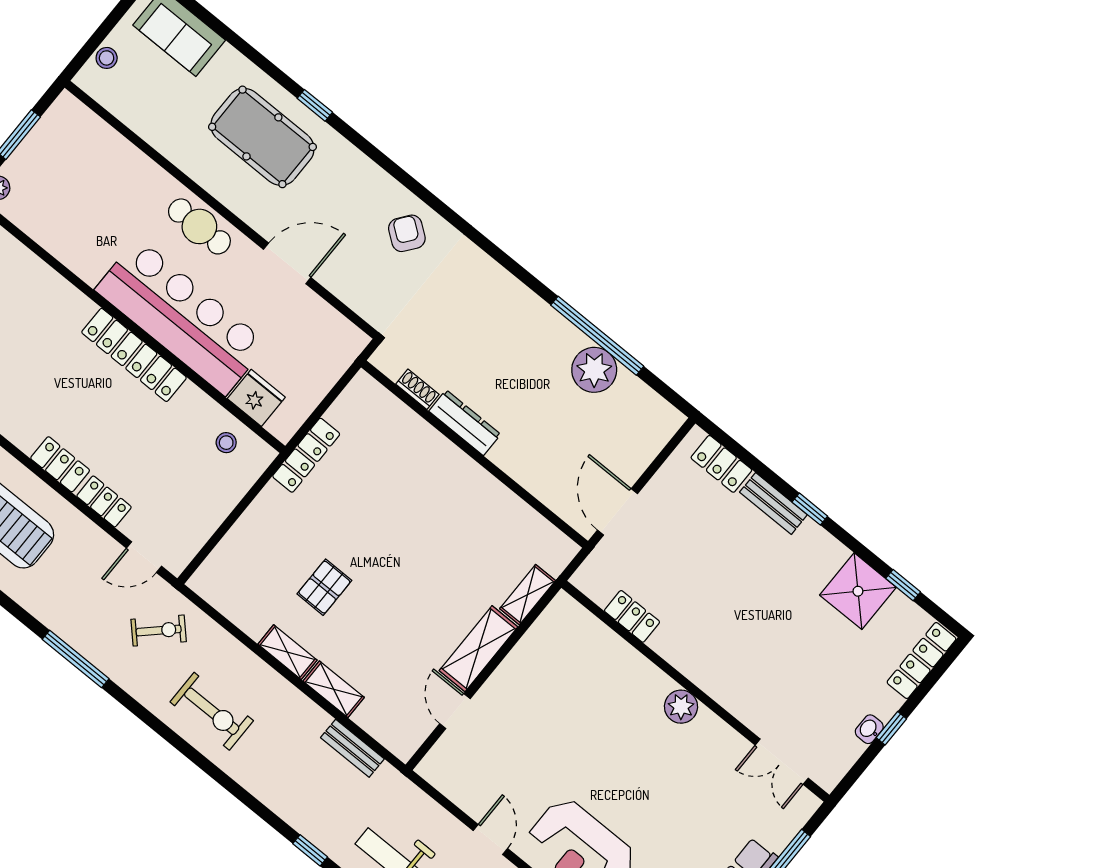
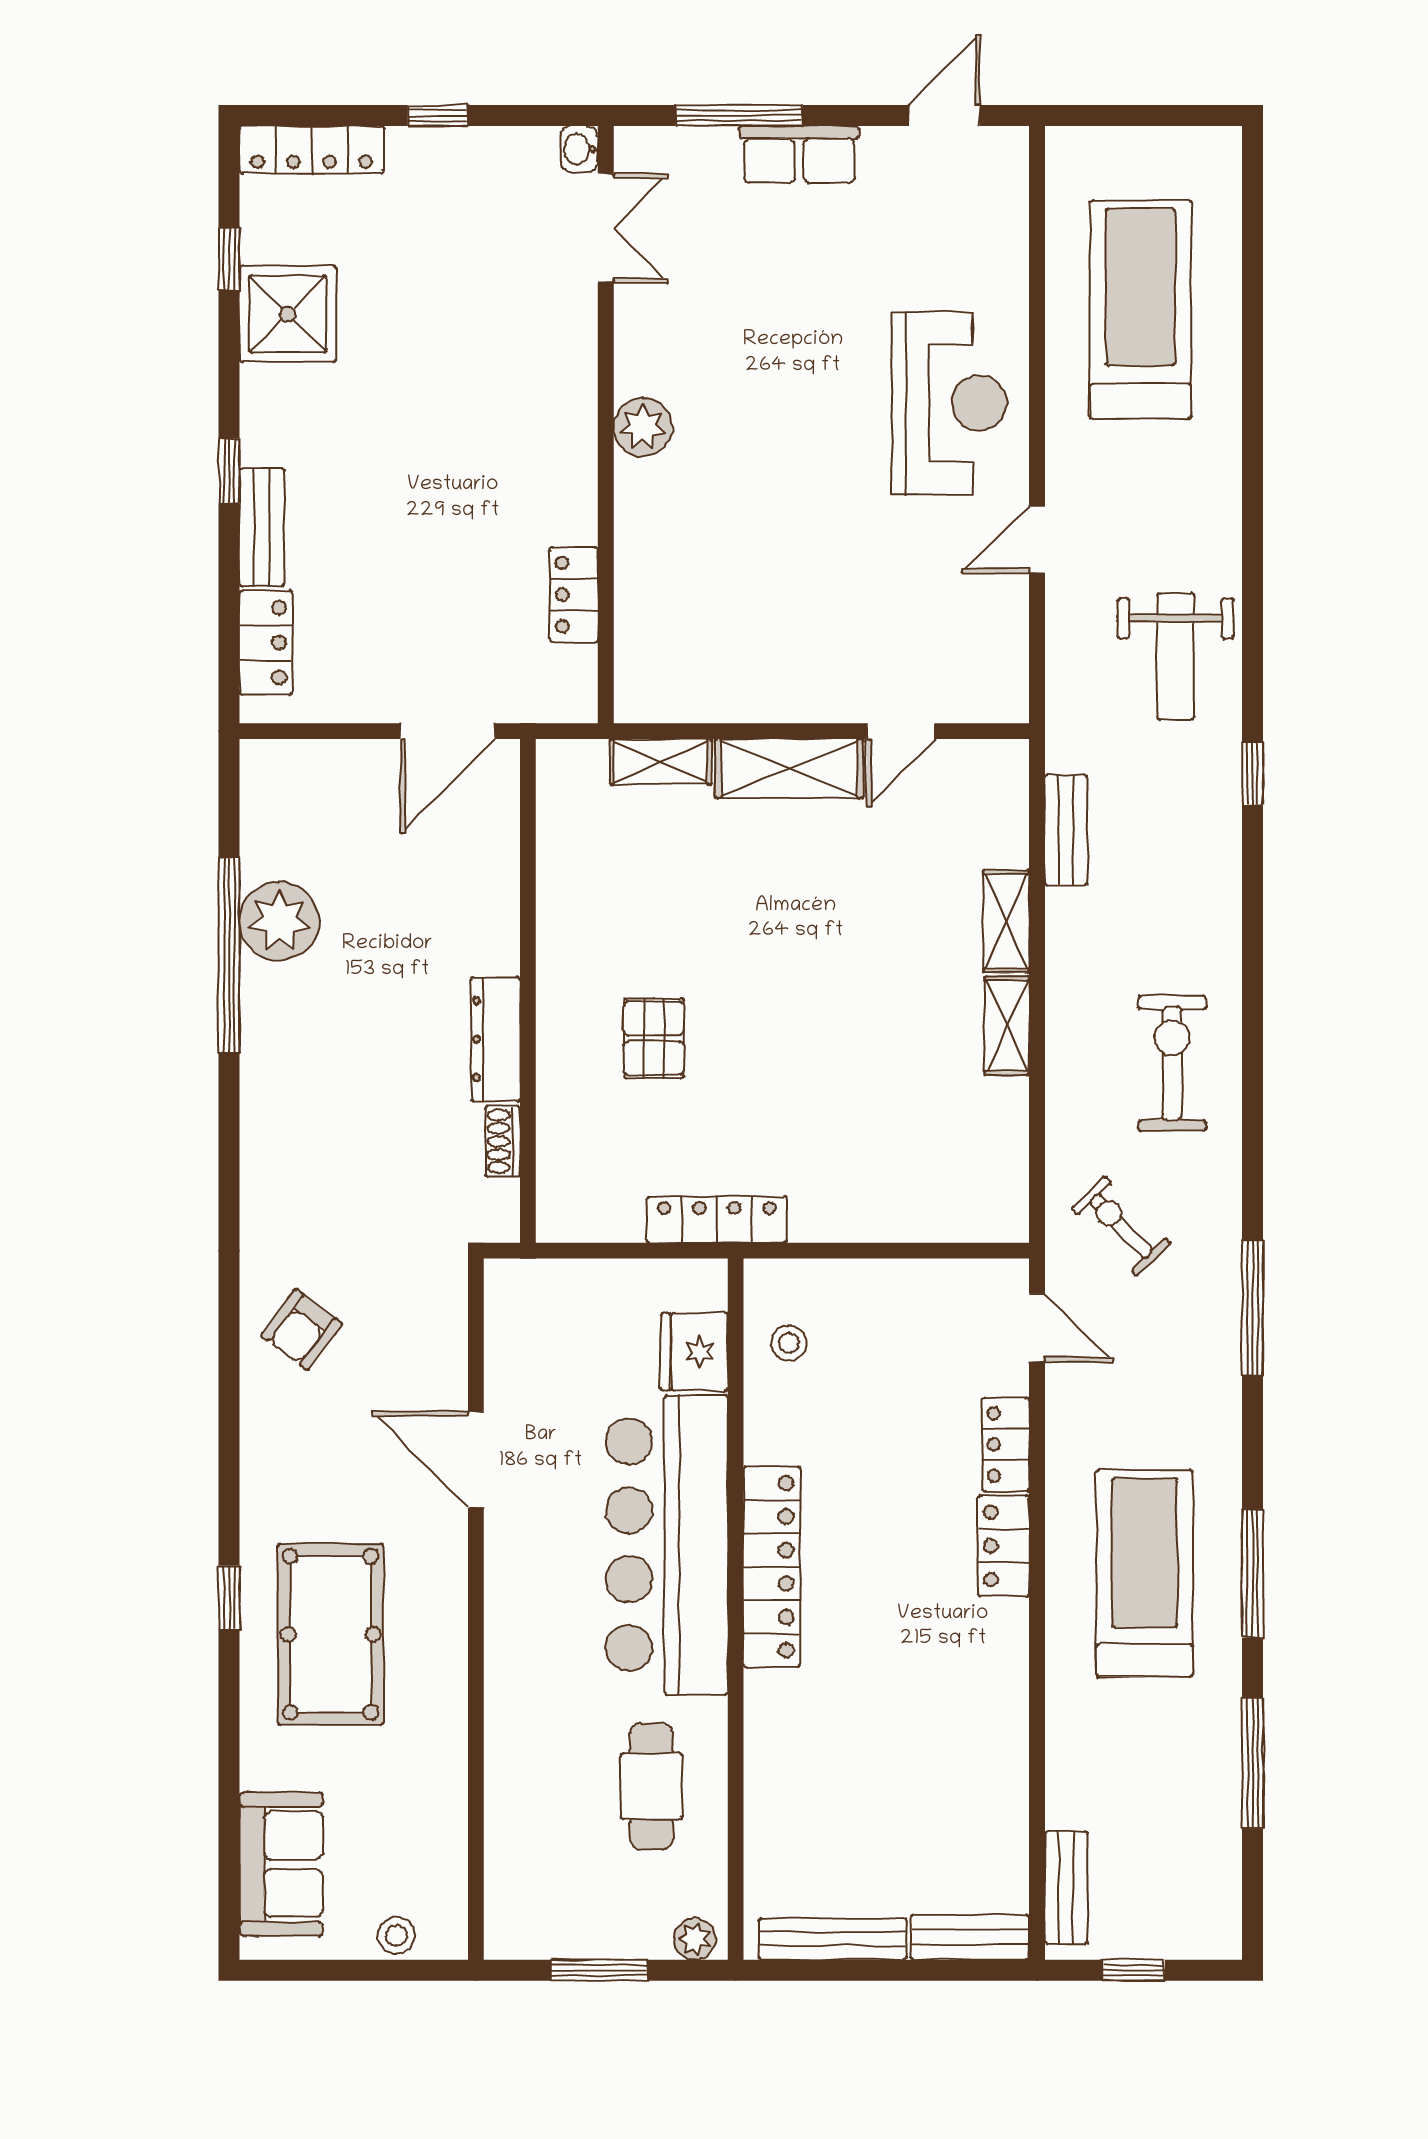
cafe table: (199, 226) -> (651, 1786), moved
pallet: (324, 587) -> (654, 1038), moved, turned 90
washbasin: (869, 729) -> (579, 149), moved, turned 90

